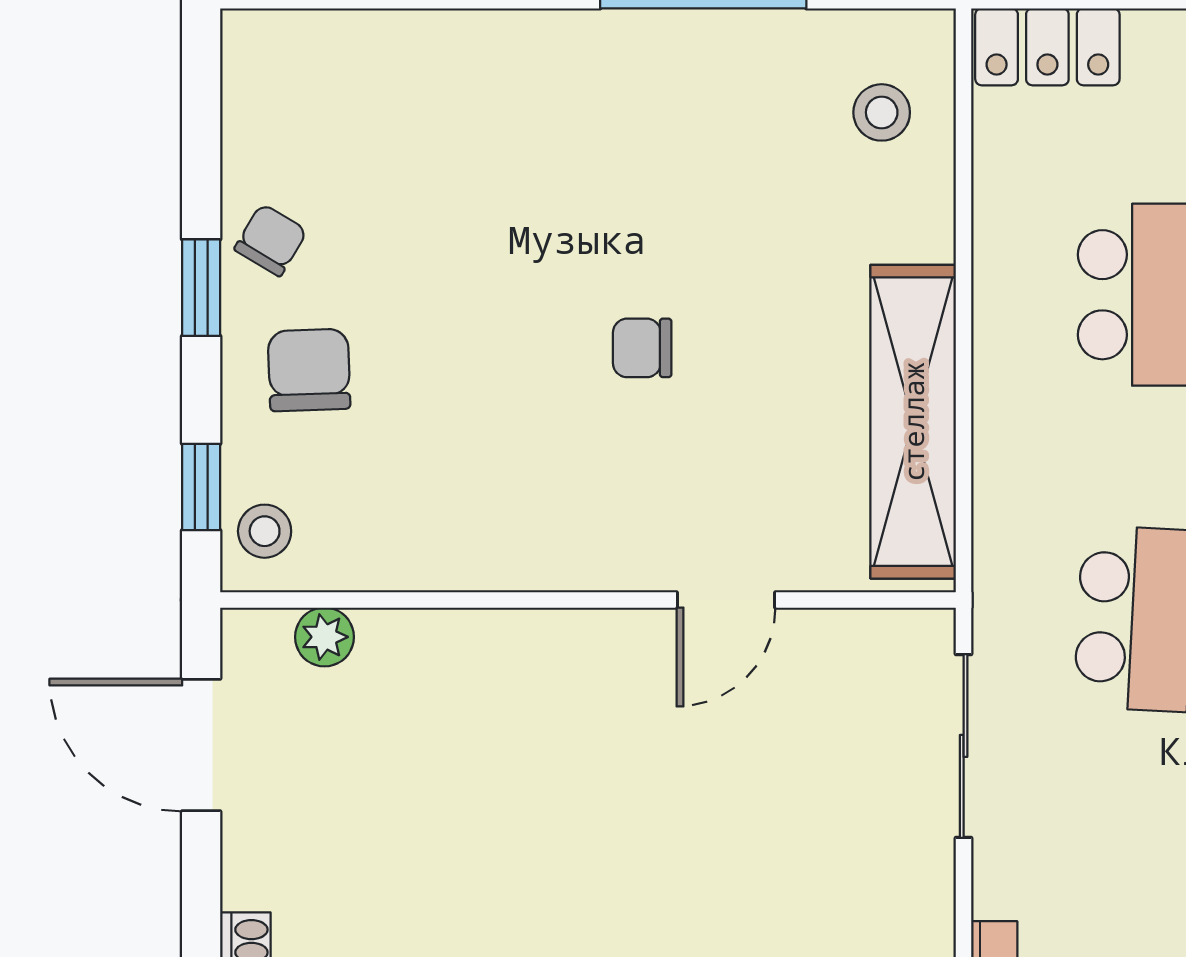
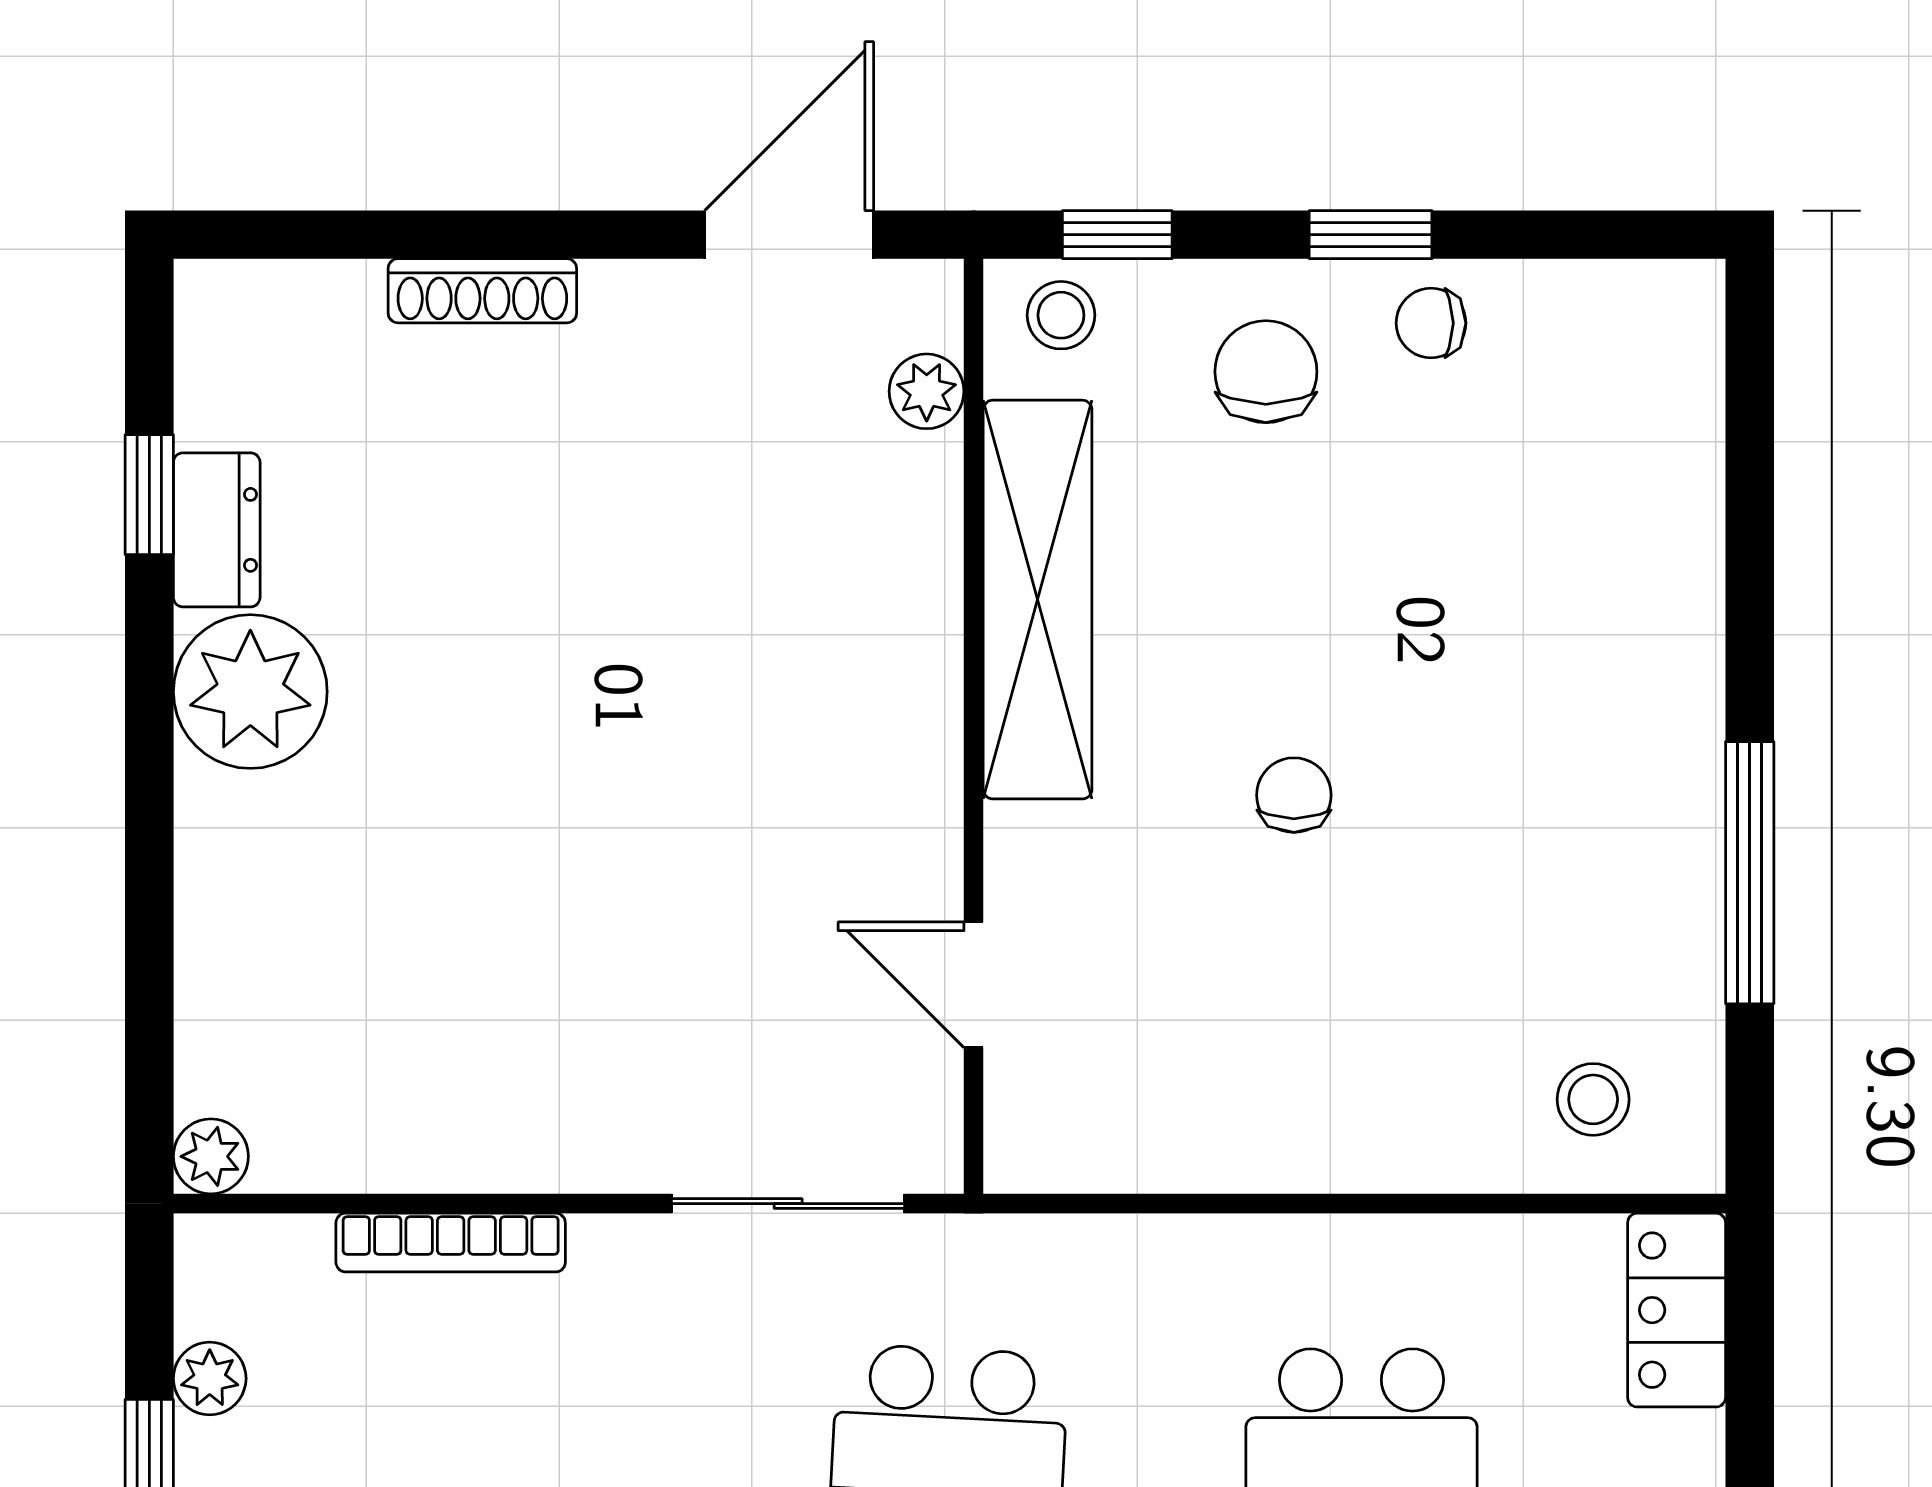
chair: (271, 240) -> (1431, 323), turned 149
chair: (309, 370) -> (1266, 372), turned -88
shelving: (913, 422) -> (1038, 600), moved, turned 90
door: (726, 600) -> (974, 985), moved

